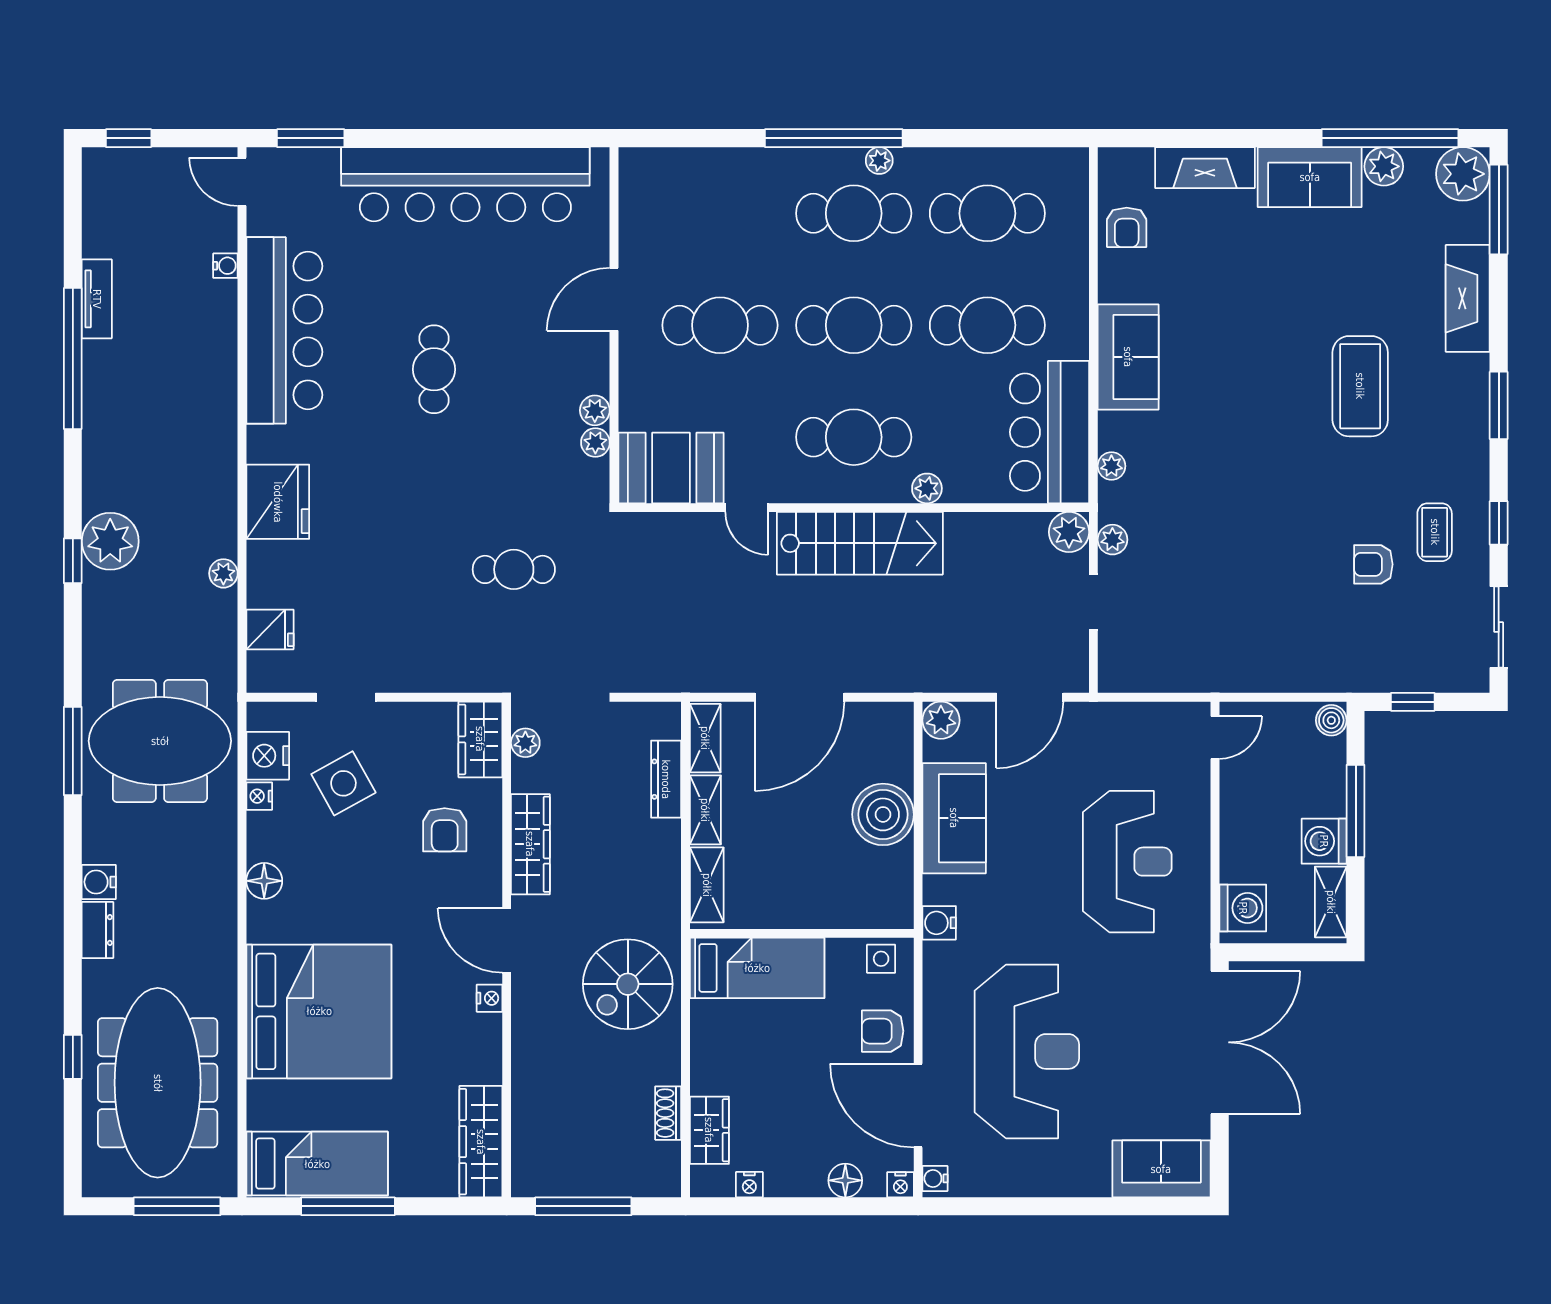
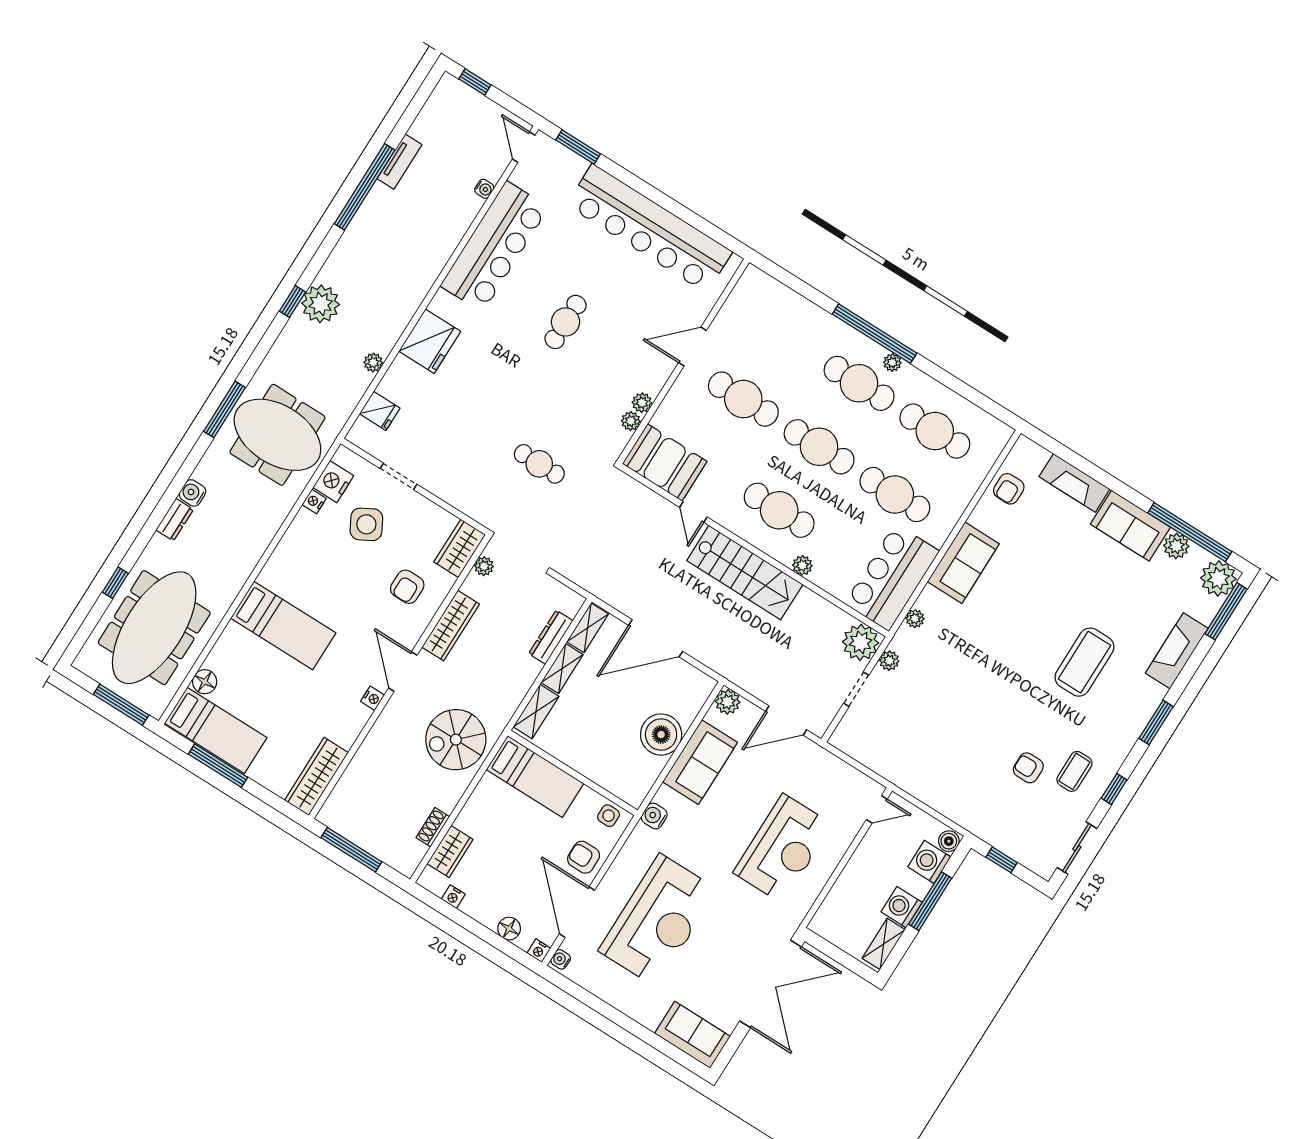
plant: (1069, 532) -> (861, 642), width x1.36, depth x1.36
floor lamp: (264, 881) -> (205, 682), moved
washing machine: (1243, 908) -> (929, 862), moved, turned 180
bed: (319, 1011) -> (283, 626), width x0.49

